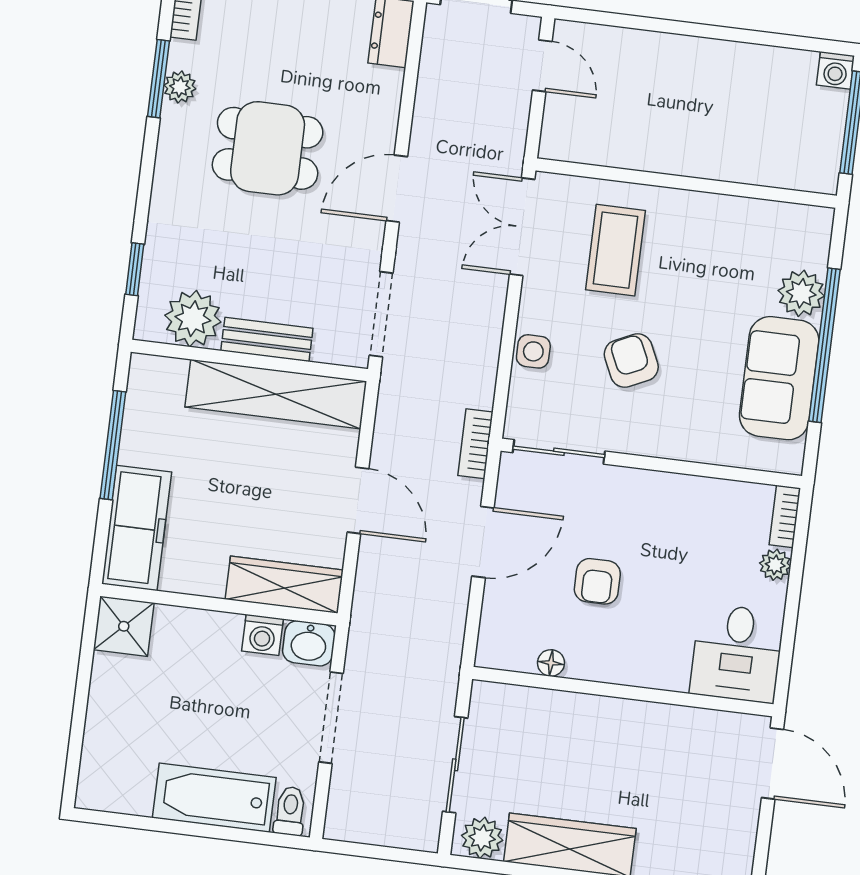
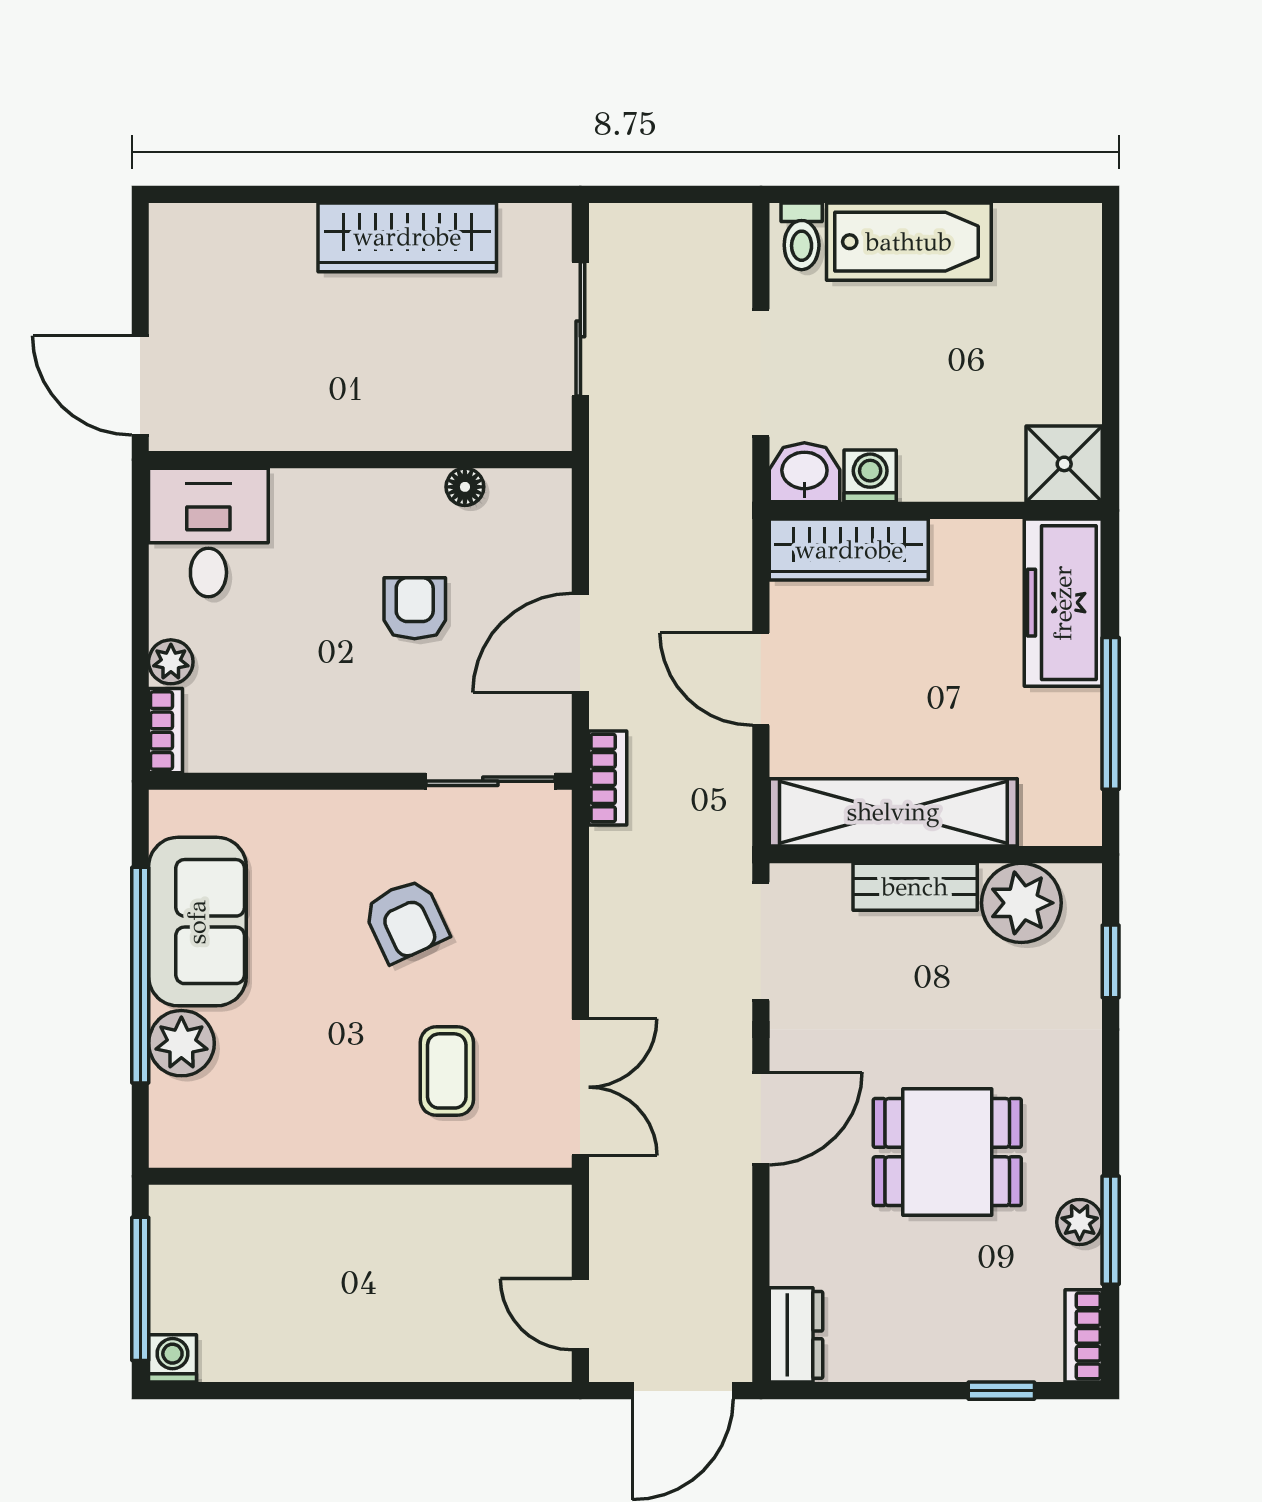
coffee table: (615, 250) -> (447, 1071), width x0.73, depth x0.77
side table: (533, 351) -> (543, 916), removed
plant: (482, 838) -> (530, 232), removed

